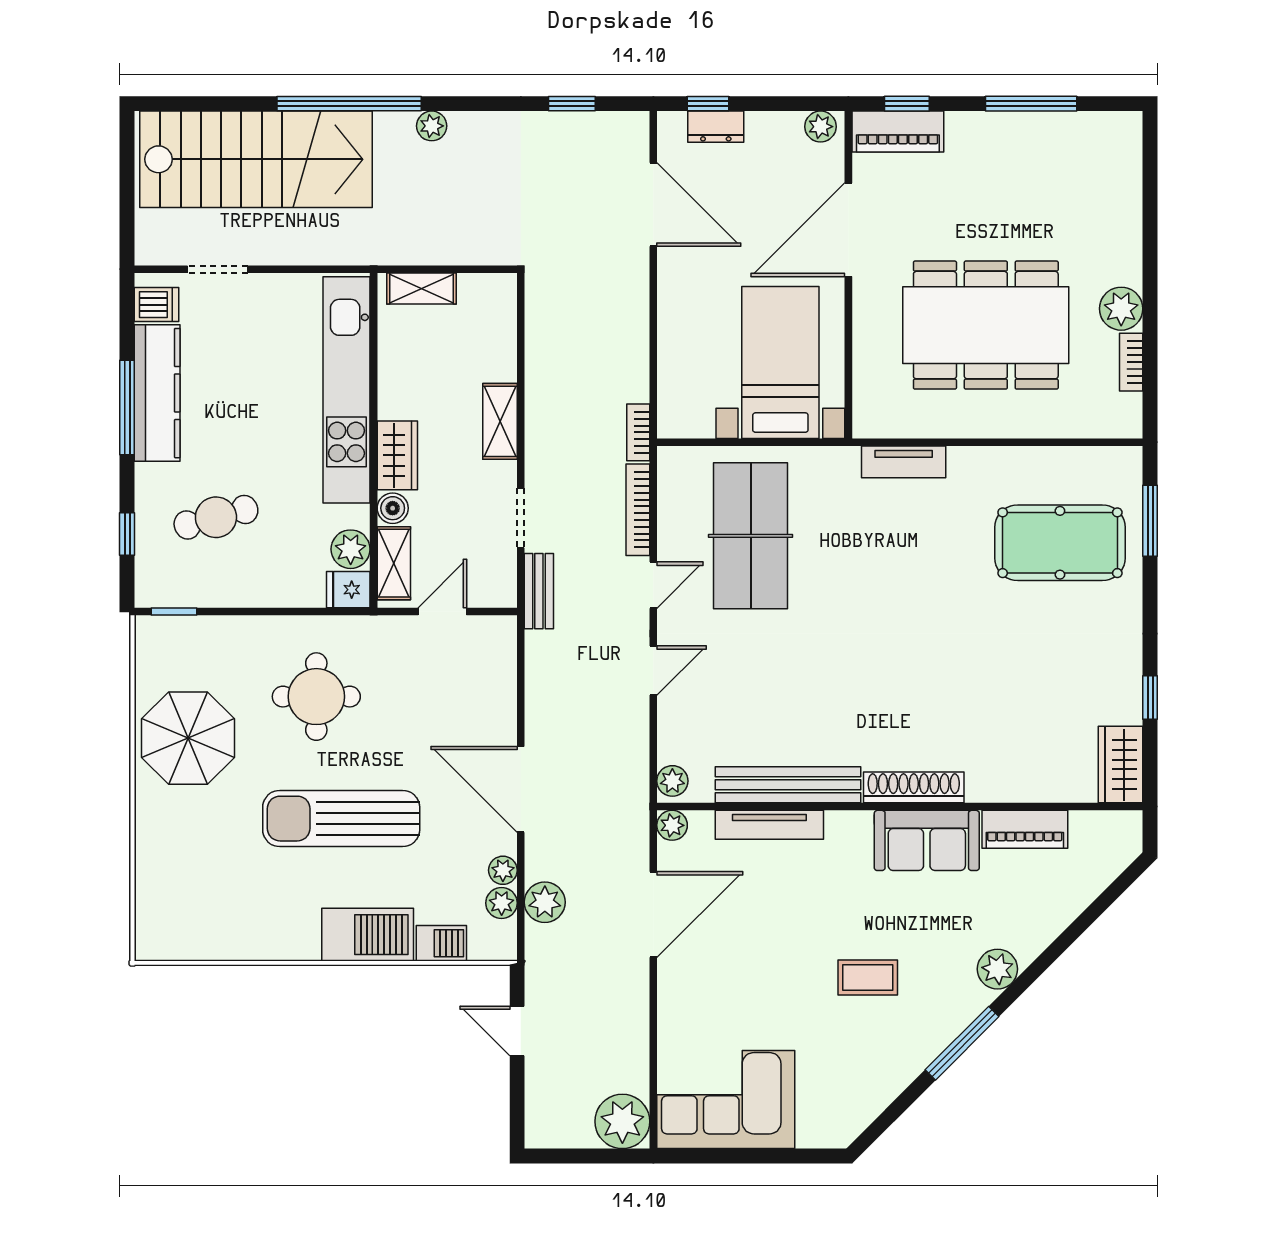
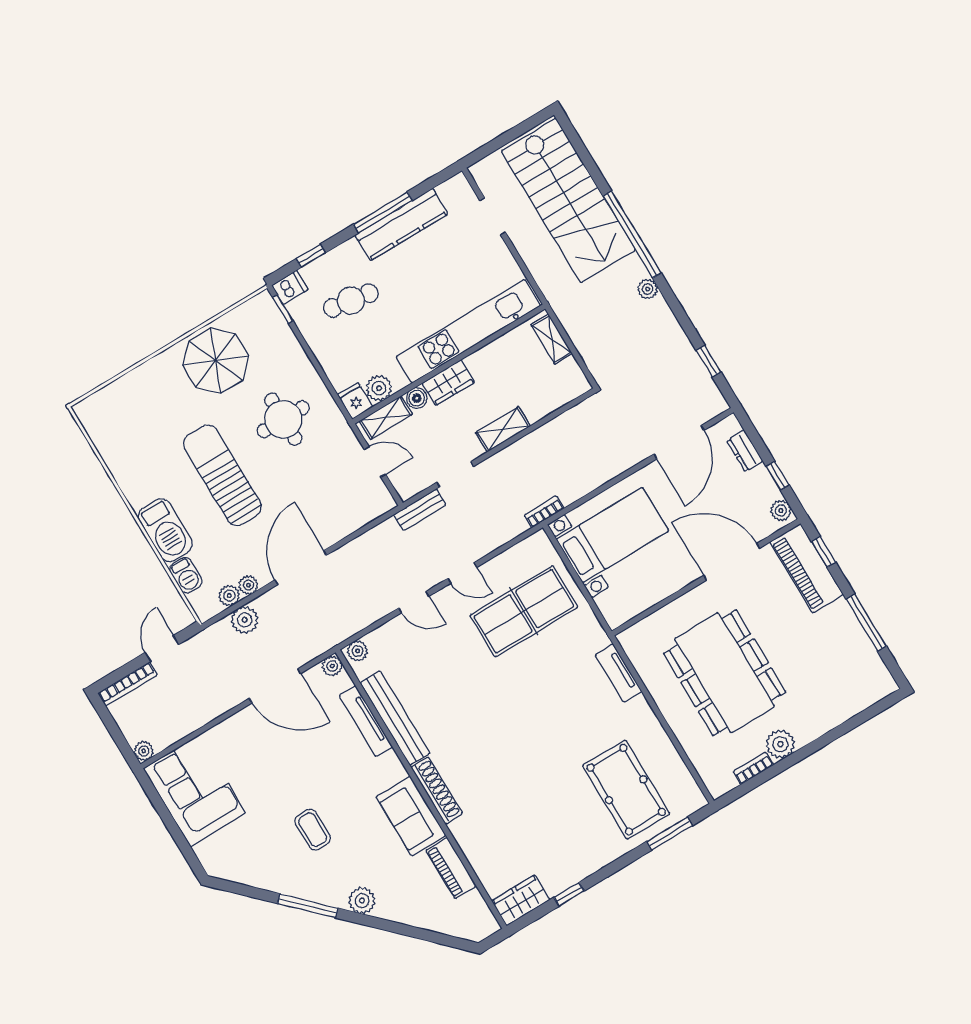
window: (708, 104) -> (778, 476), moved
piano: (898, 131) -> (807, 568), width x1.37, depth x1.33
dishwasher: (157, 305) -> (290, 287), moved, turned -90
bed with nightstands: (780, 362) -> (612, 535), moved
bookcase: (638, 510) -> (128, 684), moved, turned 180
cafe table: (216, 517) -> (351, 301), turned -66
plant: (622, 1121) -> (144, 751), width x0.53, depth x0.53

